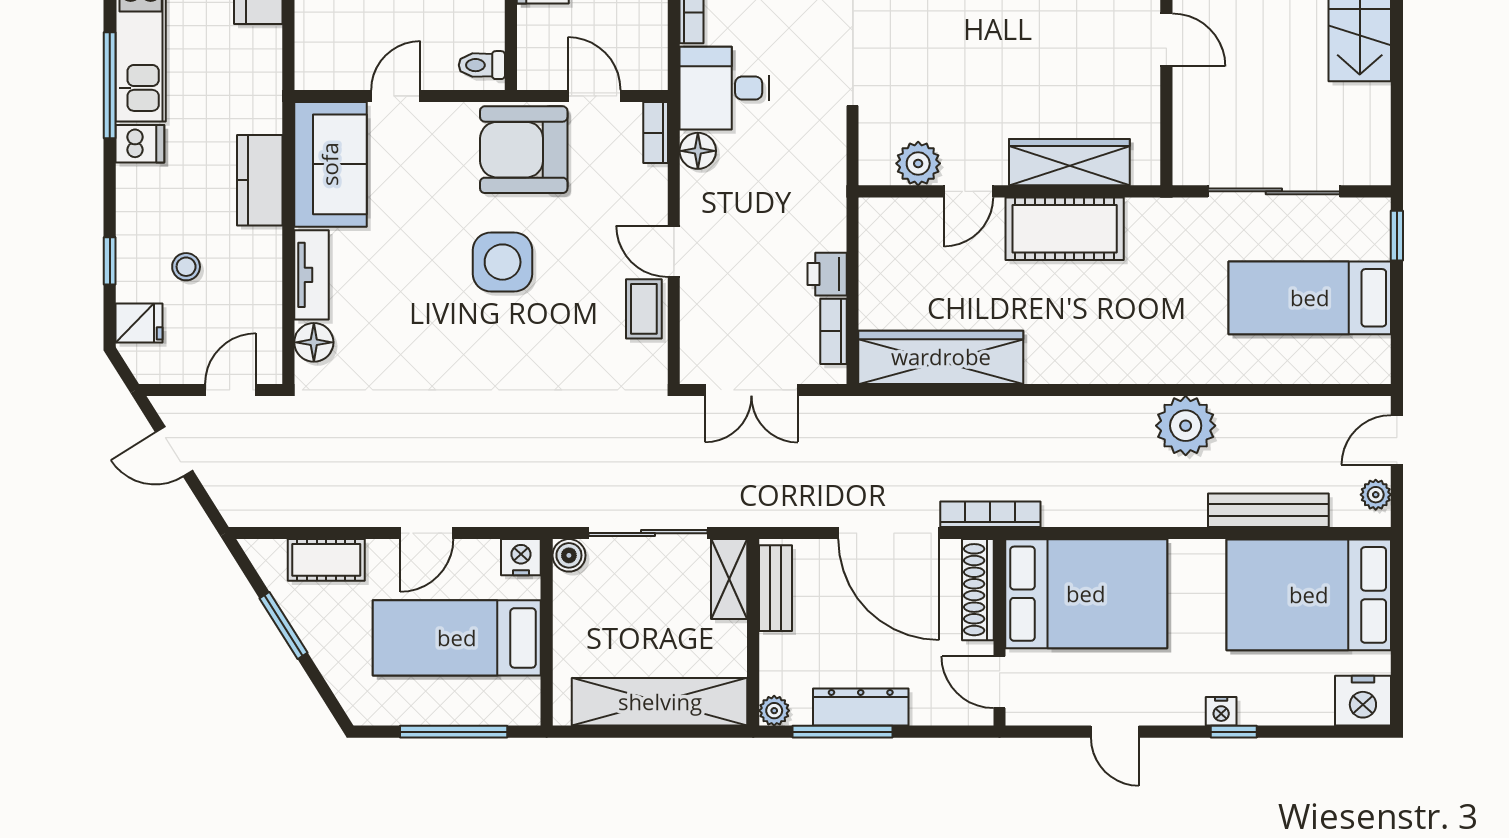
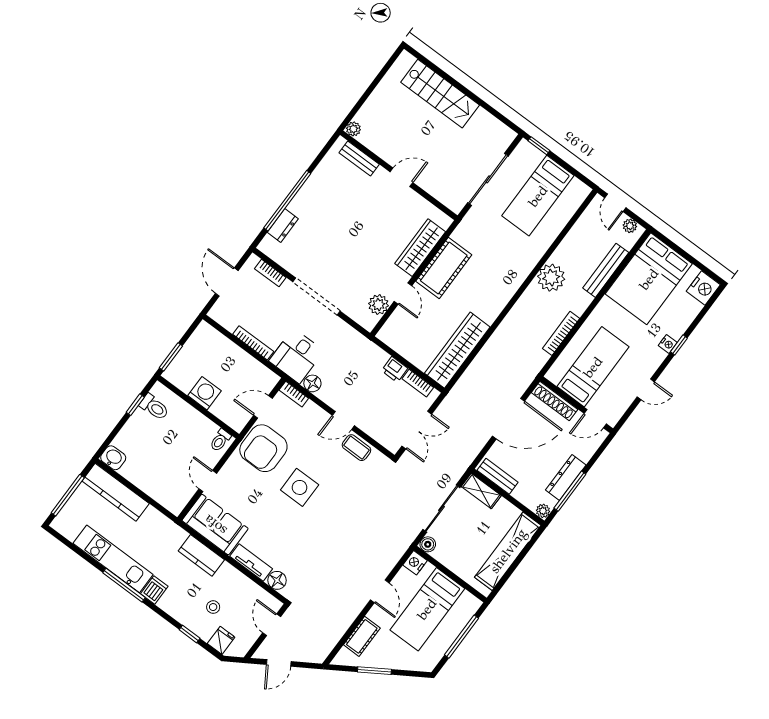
bookcase: (990, 514) -> (561, 333), moved
bed: (1086, 594) -> (593, 367), width x0.67

